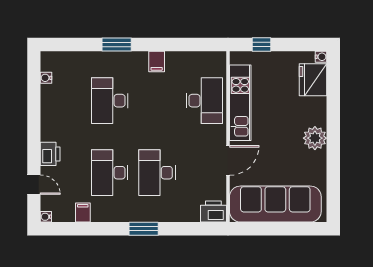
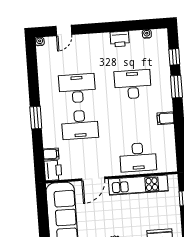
window: (78, 45) -> (174, 57), added
printer: (50, 154) -> (120, 39), moved
door: (228, 160) -> (93, 179), hinge flipped
desk: (157, 173) -> (80, 125), turned 180
filing cabinet: (83, 213) -> (51, 154), moved

